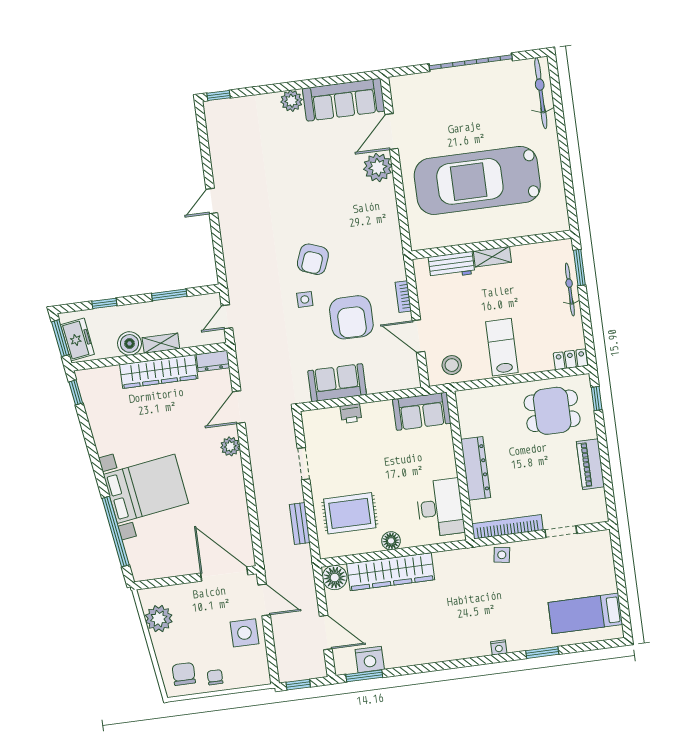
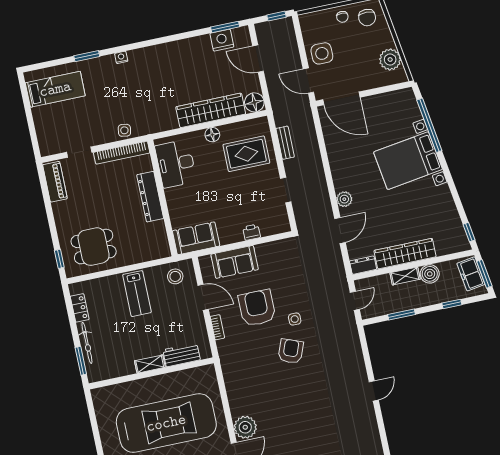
locker: (570, 359) -> (80, 308), moved, turned -90
sofa: (337, 383) -> (235, 262), moved
piano: (590, 464) -> (55, 182), moved

